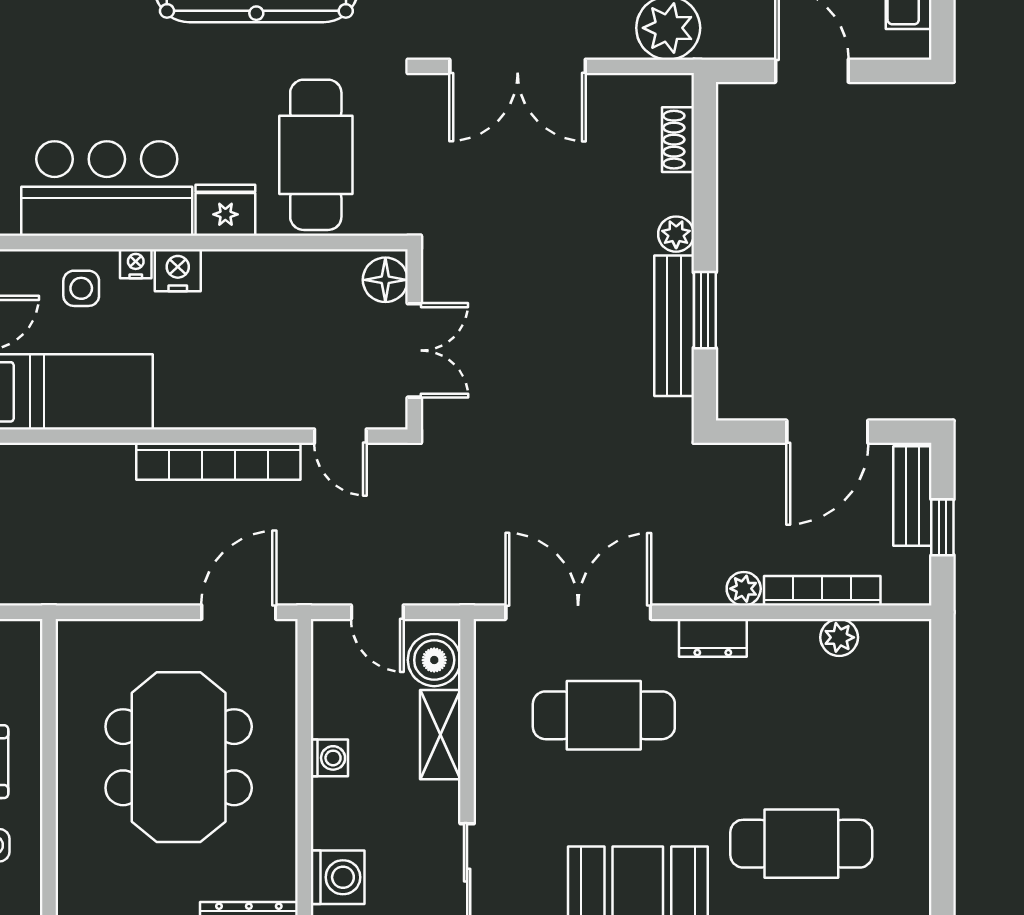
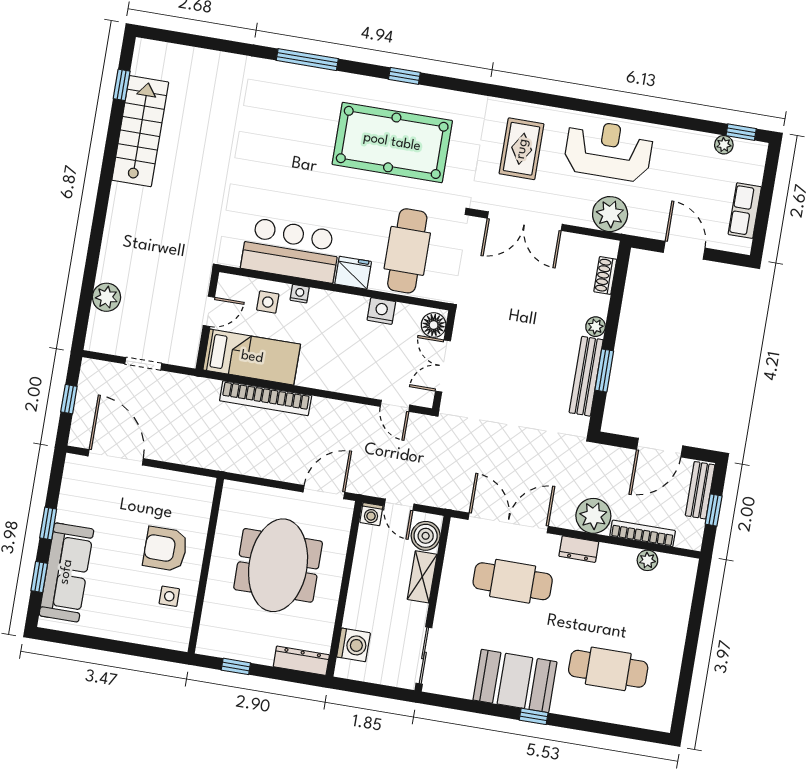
nightstand: (178, 270) -> (381, 311), moved
double door: (414, 350) -> (443, 366), swing flipped
bookcase: (218, 461) -> (266, 398), moved
plant: (744, 589) -> (593, 516), width x1.88, depth x1.88
washing machine: (329, 758) -> (371, 514), moved, turned 90

